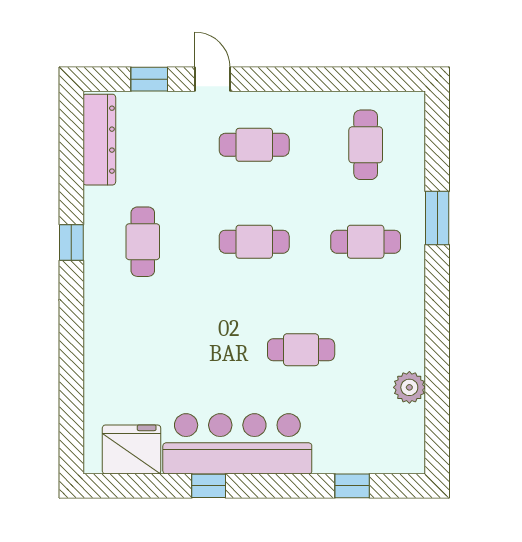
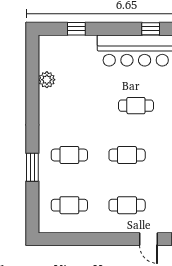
cafe table: (366, 145) -> (69, 205), turned 90
cafe table: (301, 350) -> (136, 106), moved

